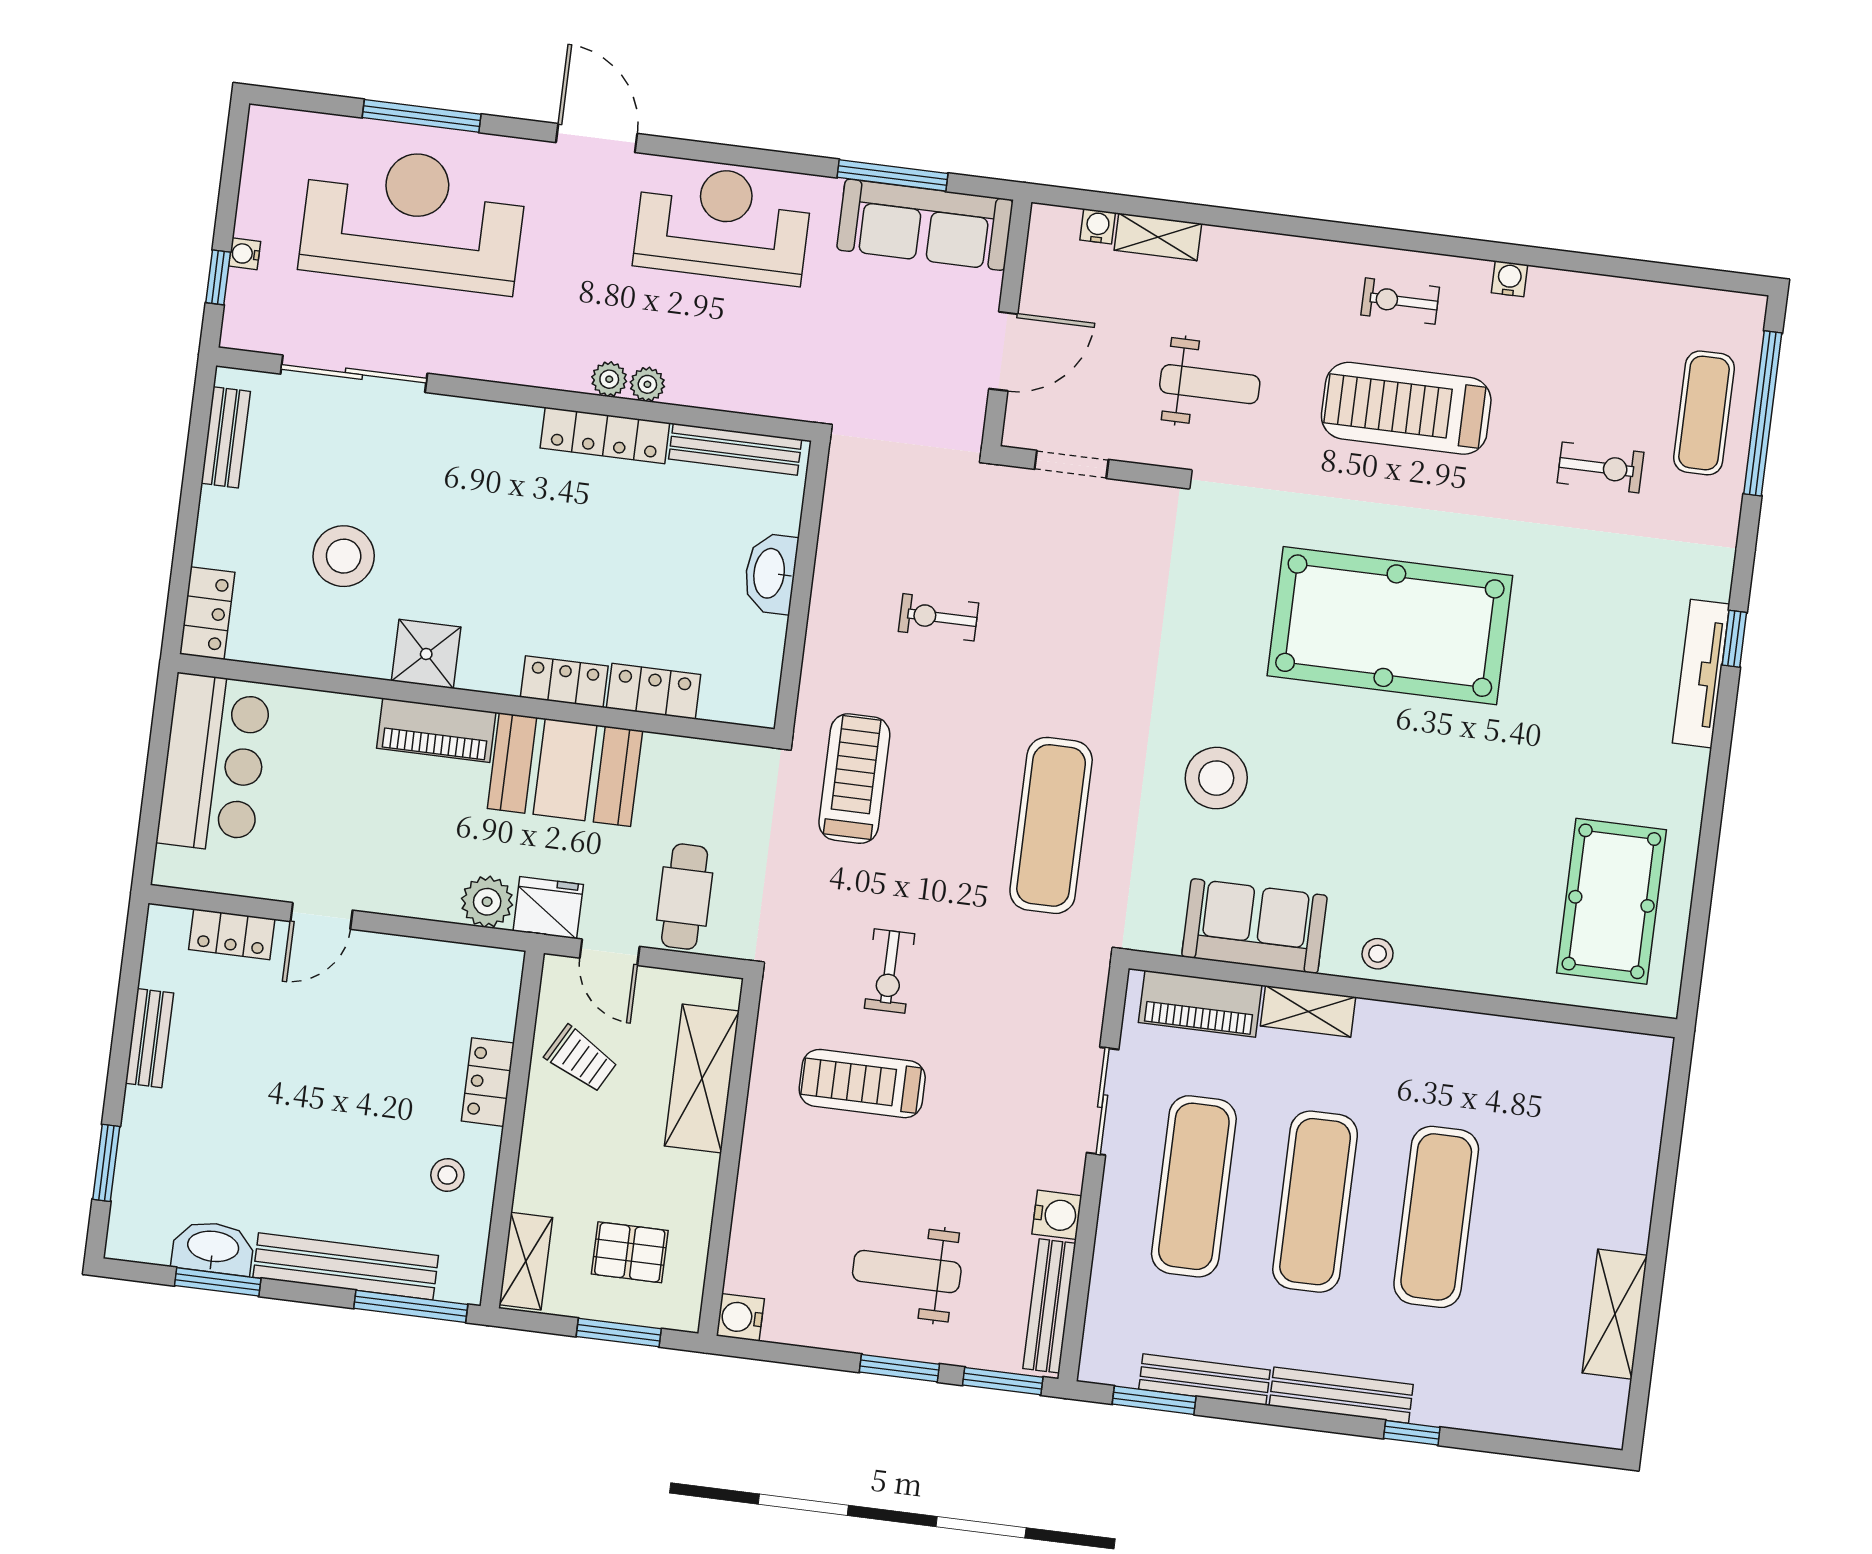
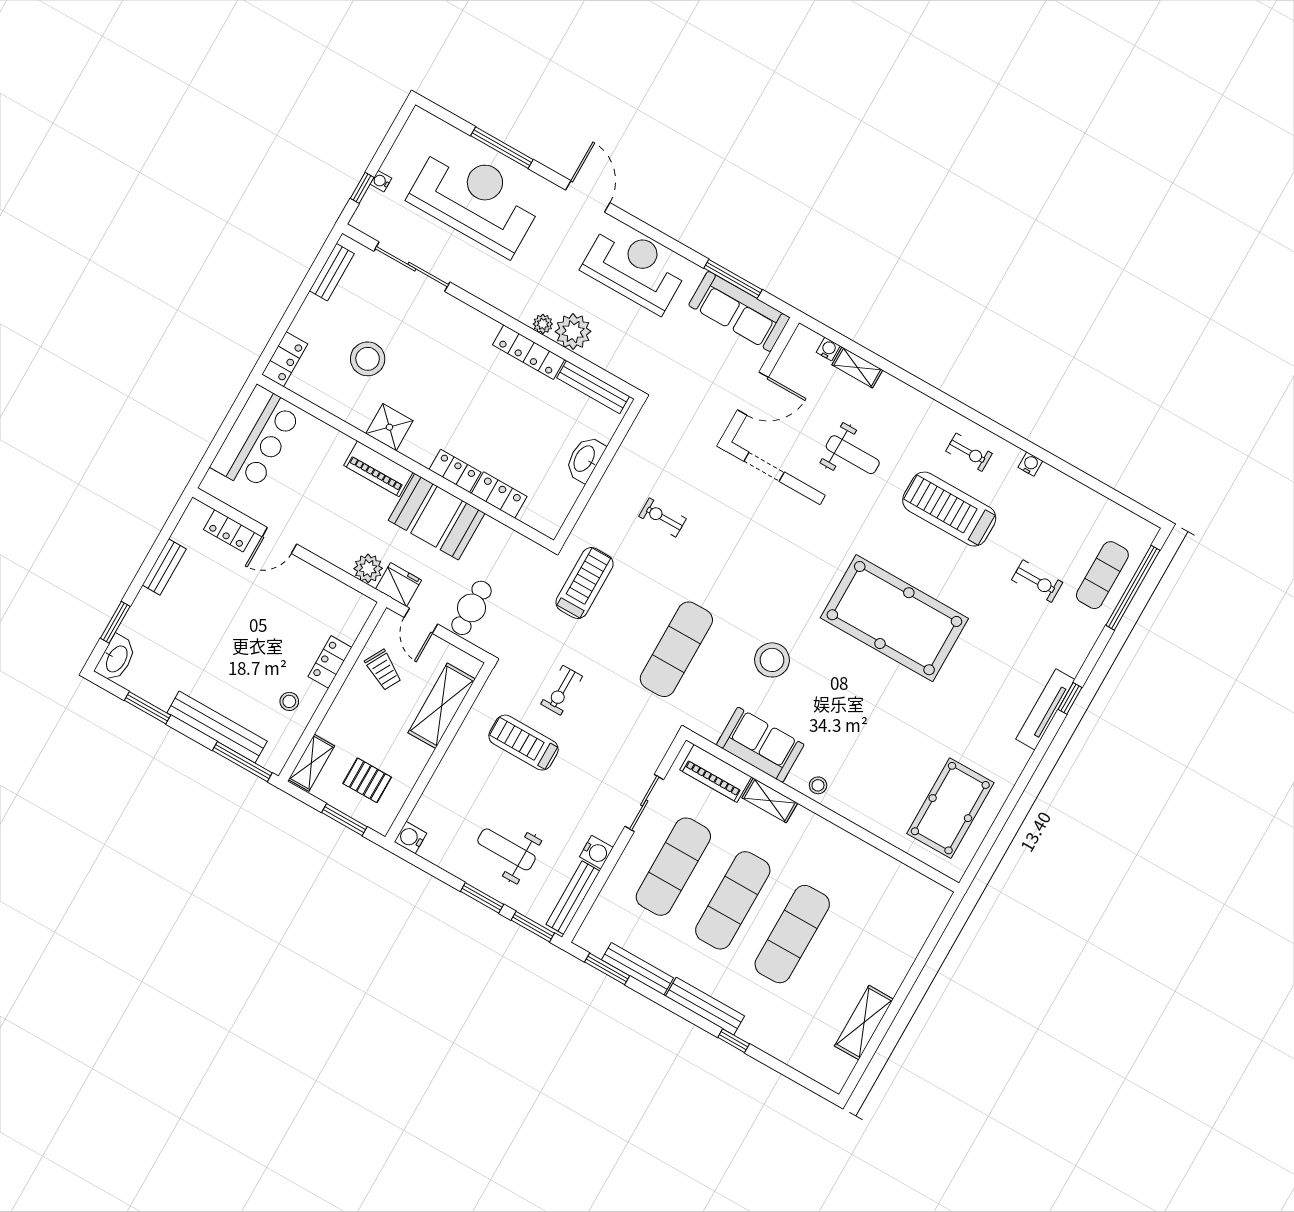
exercise bike: (1400, 301) -> (969, 452), turned 180
plant: (647, 384) -> (573, 332), width x1.87, depth x1.87
washbasin: (213, 1248) -> (116, 659), moved, turned 90

